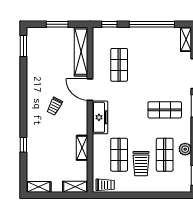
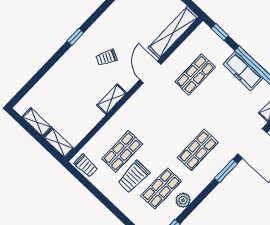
shop shelf: (165, 110) -> (198, 150), turned 90
freezer: (100, 117) -> (243, 71), moved, turned 90
window: (23, 145) -> (75, 37), moved
shelving: (82, 148) -> (112, 99), moved
shelving: (39, 187) -> (37, 122), moved

